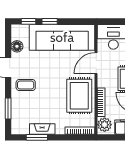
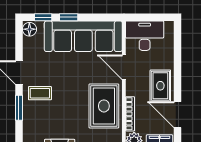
floor lamp: (17, 46) -> (29, 29), moved
door: (96, 63) -> (124, 67), hinge flipped
window: (8, 108) -> (19, 108), moved

